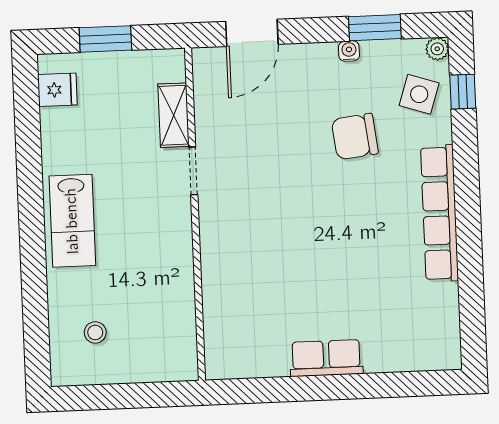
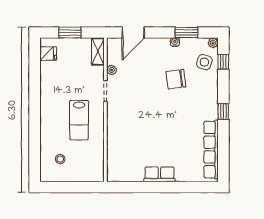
shelving: (174, 115) -> (98, 52), moved
plant: (206, 122) -> (112, 70), added
window: (468, 207) -> (223, 112), added
row of seats: (440, 213) -> (211, 150), moved
lab bench: (72, 221) -> (79, 120), moved

